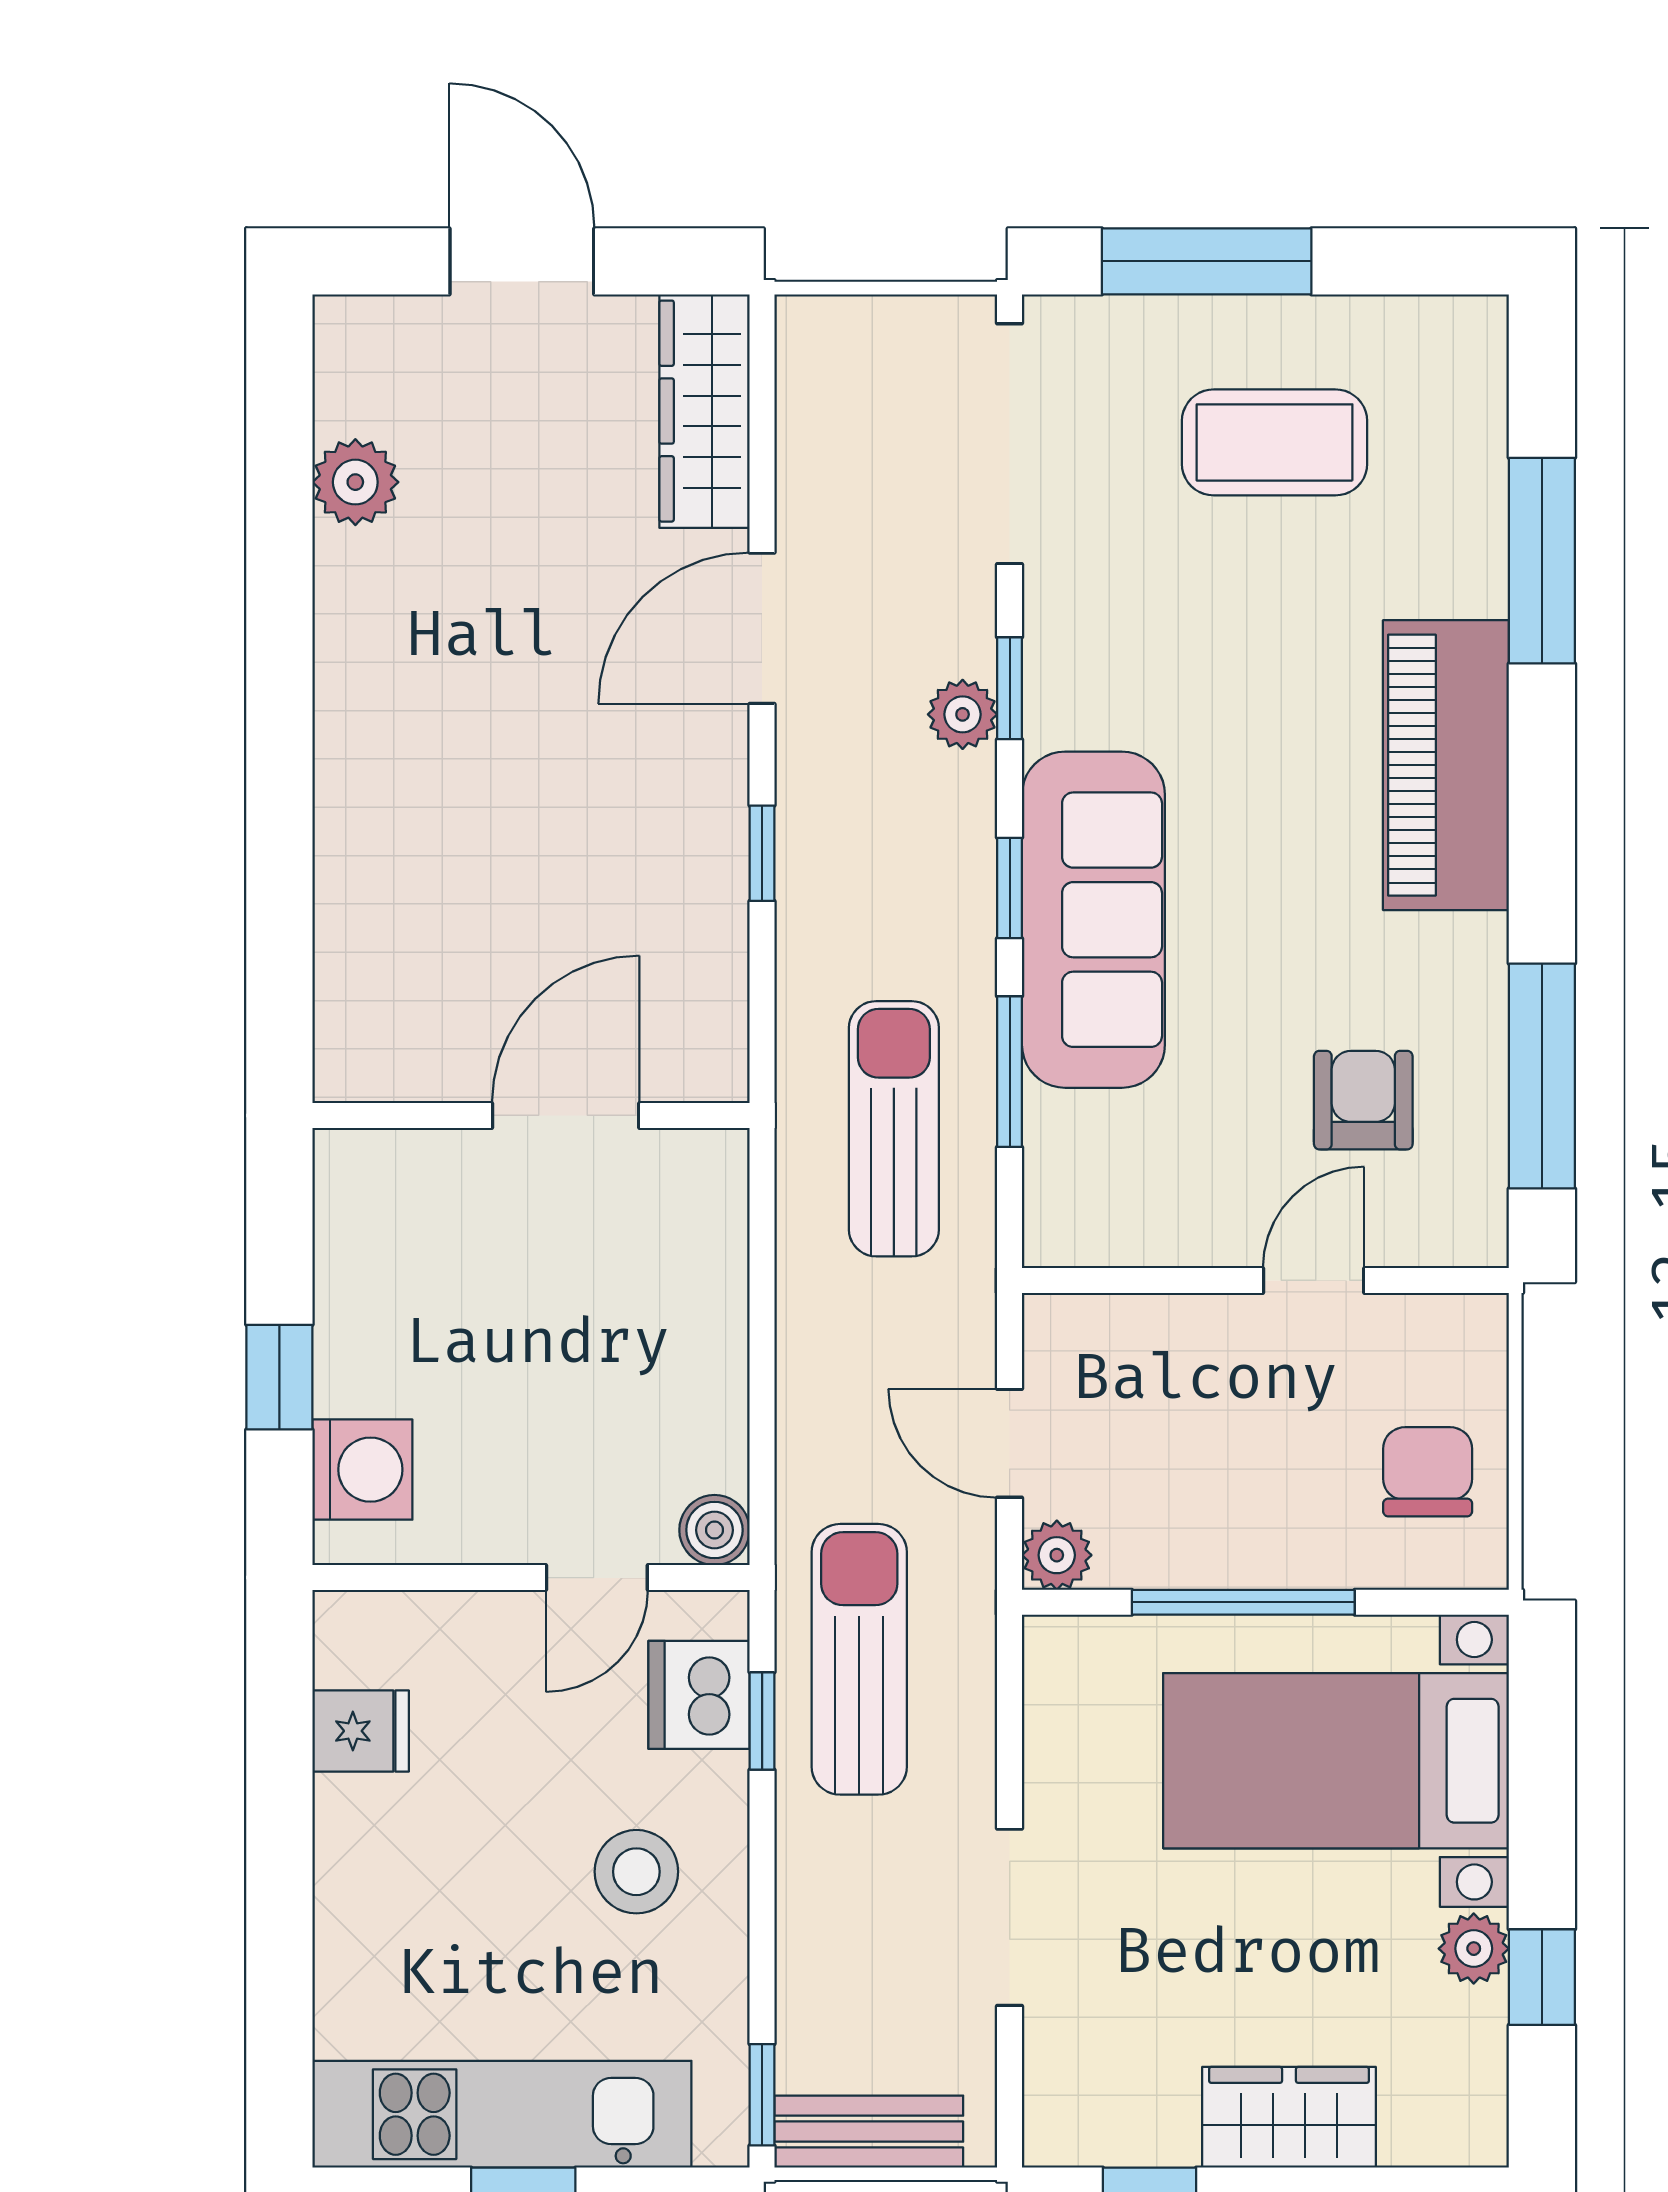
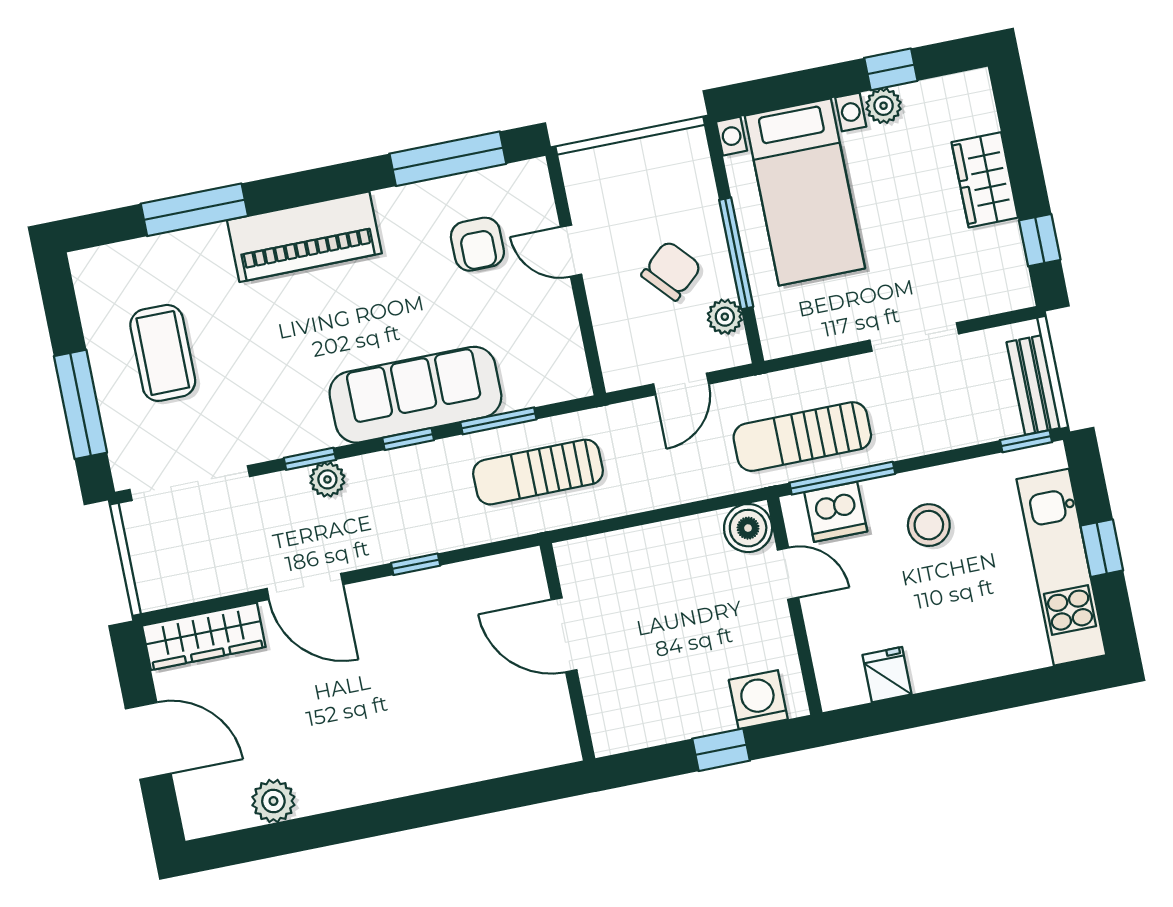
door: (522, 261) -> (148, 741), swing flipped
armchair: (1363, 1100) -> (477, 244), turned -90
chair: (1428, 1472) -> (671, 271), moved, turned 138
boiler: (714, 1530) -> (748, 528), width x1.36, depth x1.36
plant: (1057, 1555) -> (725, 317), moved
window: (762, 1721) -> (842, 478), width x2.17

